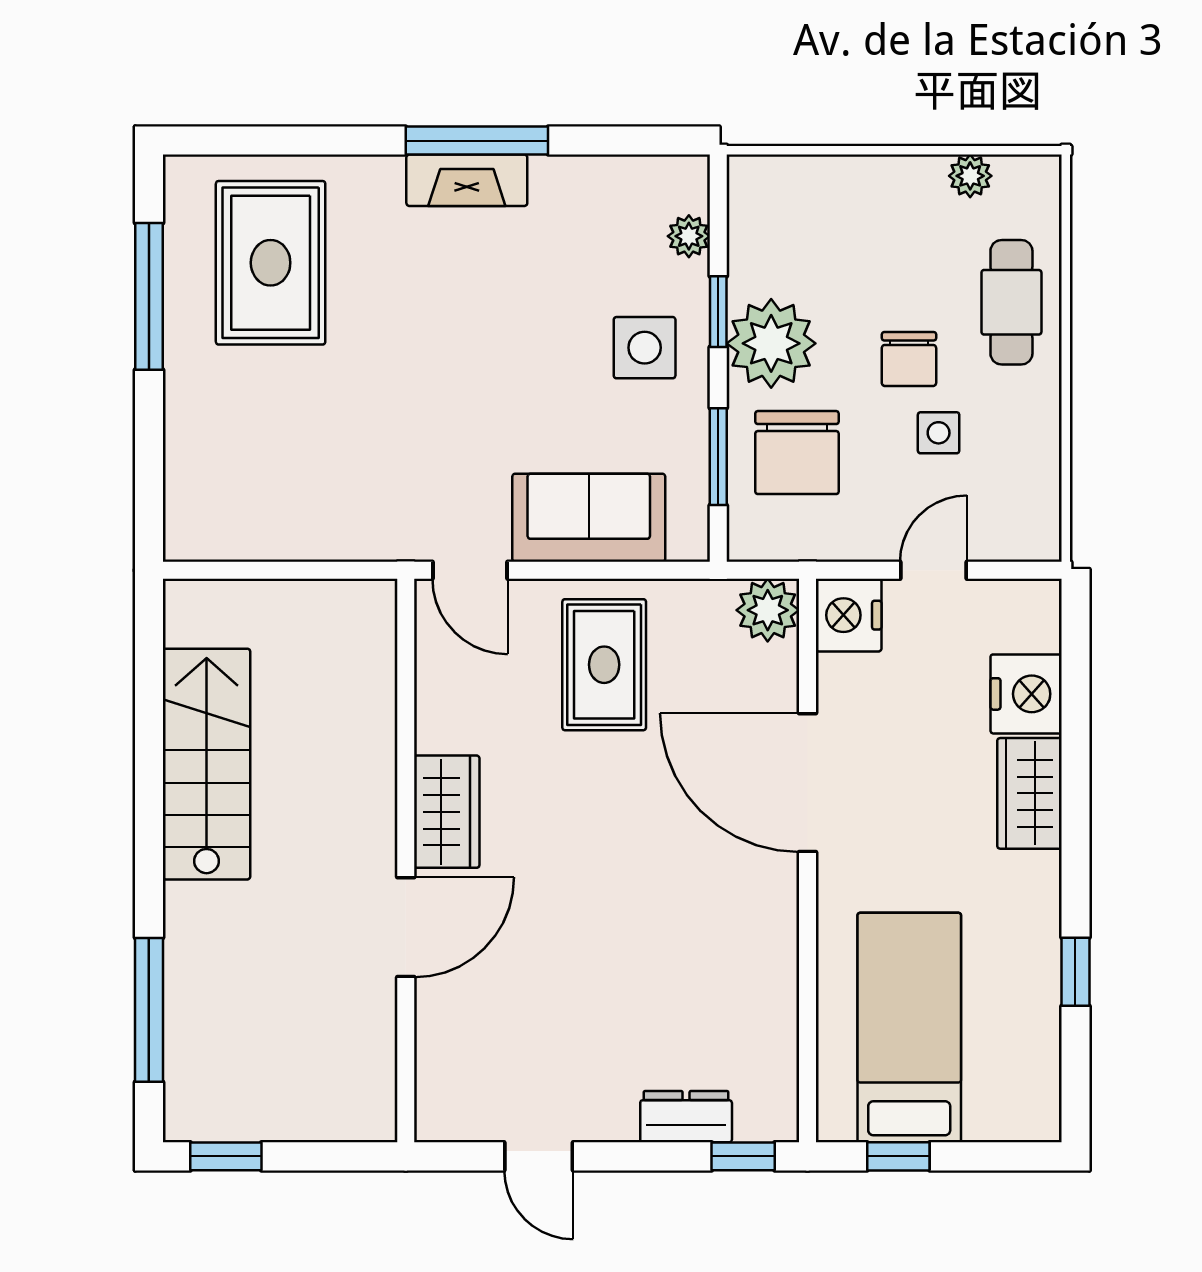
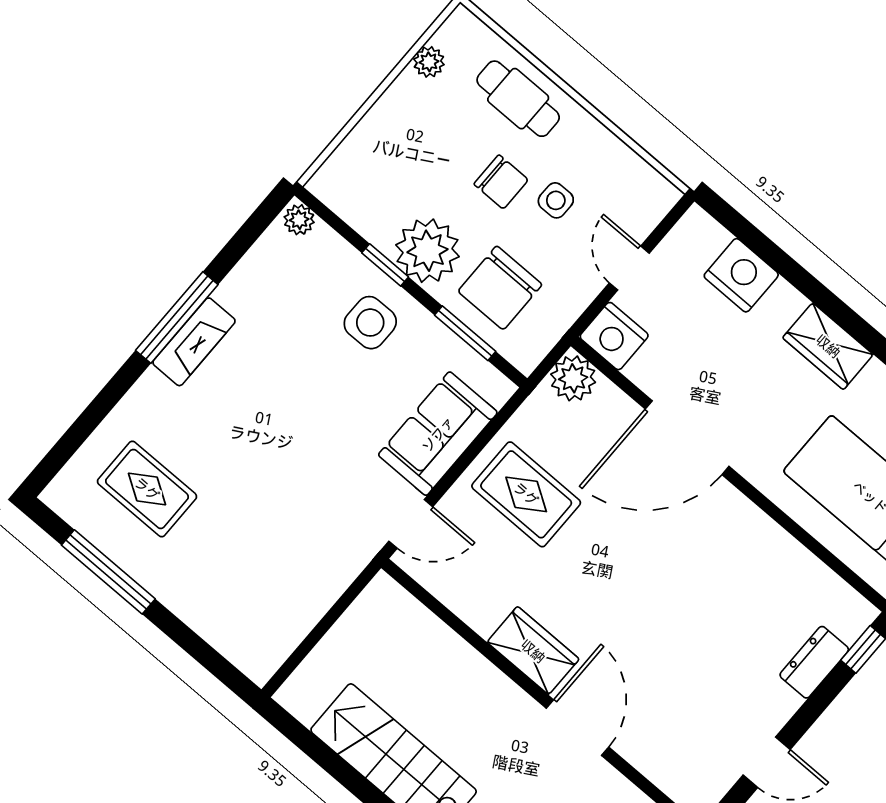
plant: (689, 236) -> (299, 220), moved
rug: (271, 263) -> (147, 489), width x0.73, depth x0.70
chair: (797, 453) -> (500, 288), turned 90
wardrobe: (1029, 793) -> (828, 346), moved

